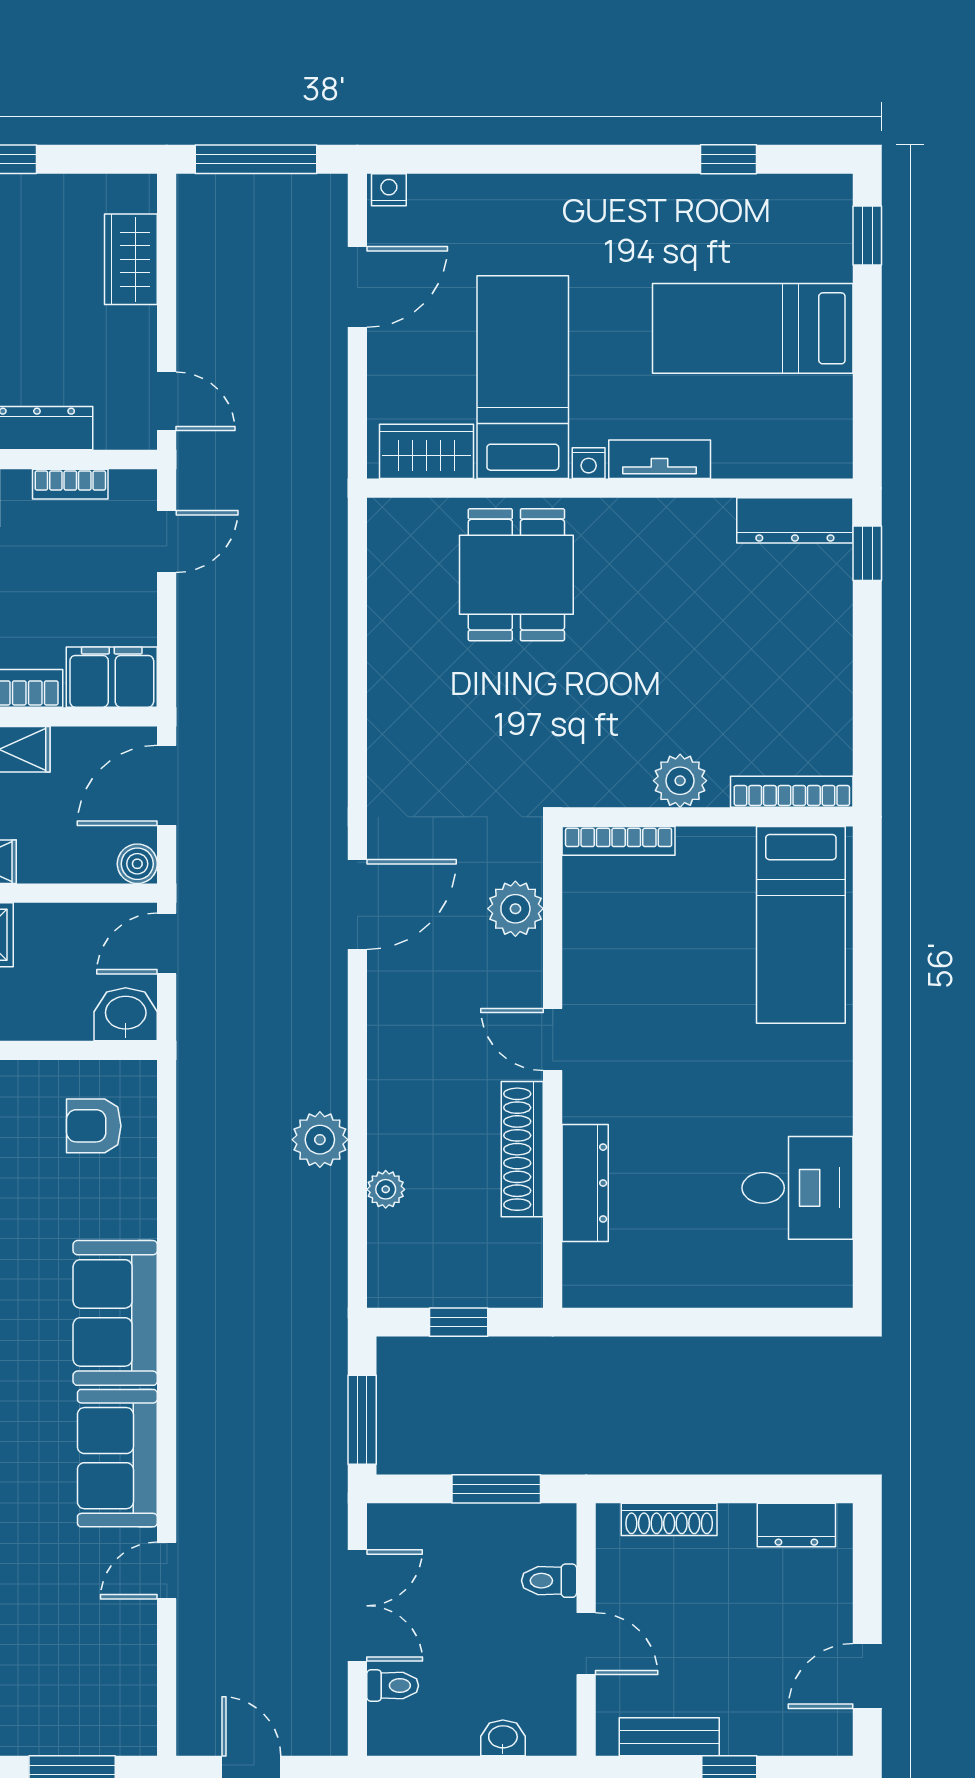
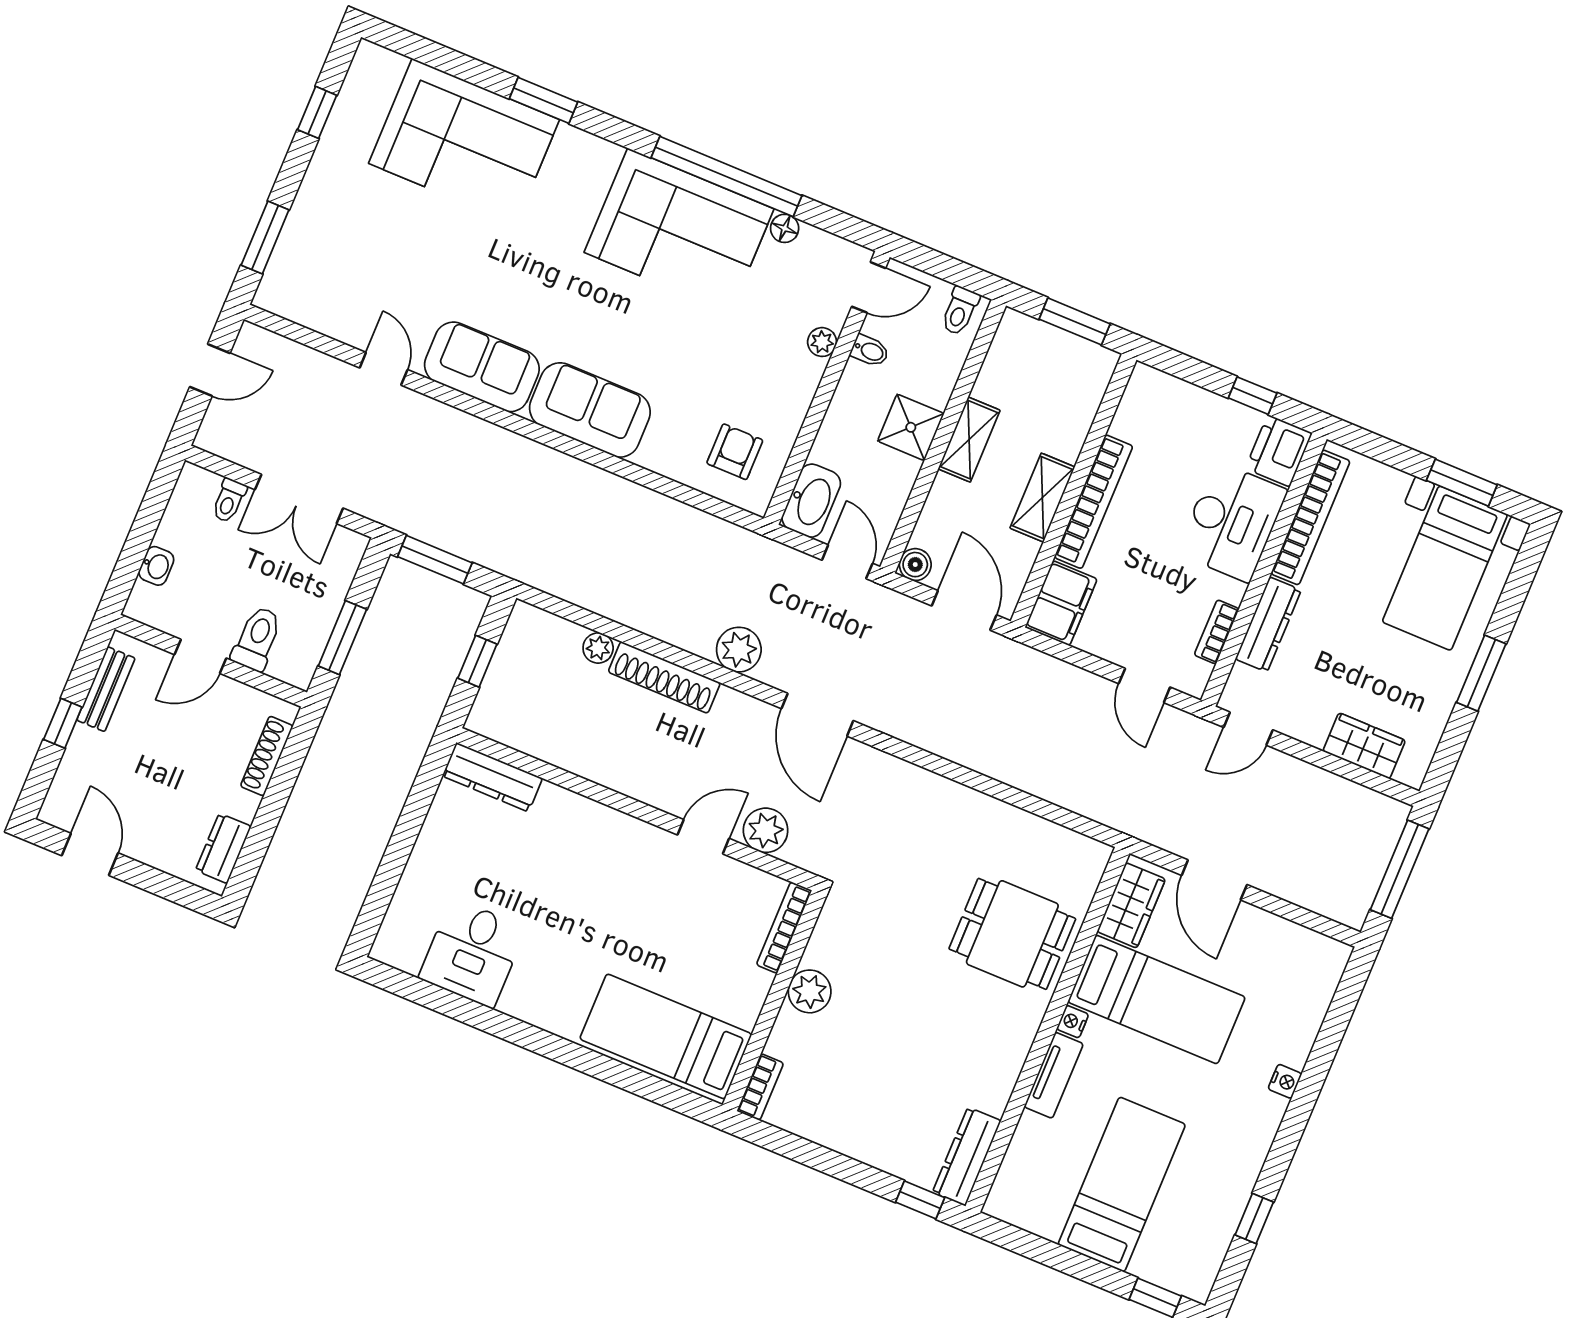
nightstand: (389, 190) -> (1285, 1081), moved
door: (357, 287) -> (1214, 880), moved
bookcase: (792, 792) -> (760, 1087), width x0.64
washbasin: (126, 1014) -> (811, 501), width x1.38
door: (553, 1039) -> (703, 837), moved
plant: (320, 1140) -> (739, 650), moved
shoe rack: (522, 1149) -> (664, 677), moved, turned 180
dresser: (585, 1183) -> (492, 777), moved
toilet: (549, 1581) -> (257, 639), width x1.37, depth x1.39

